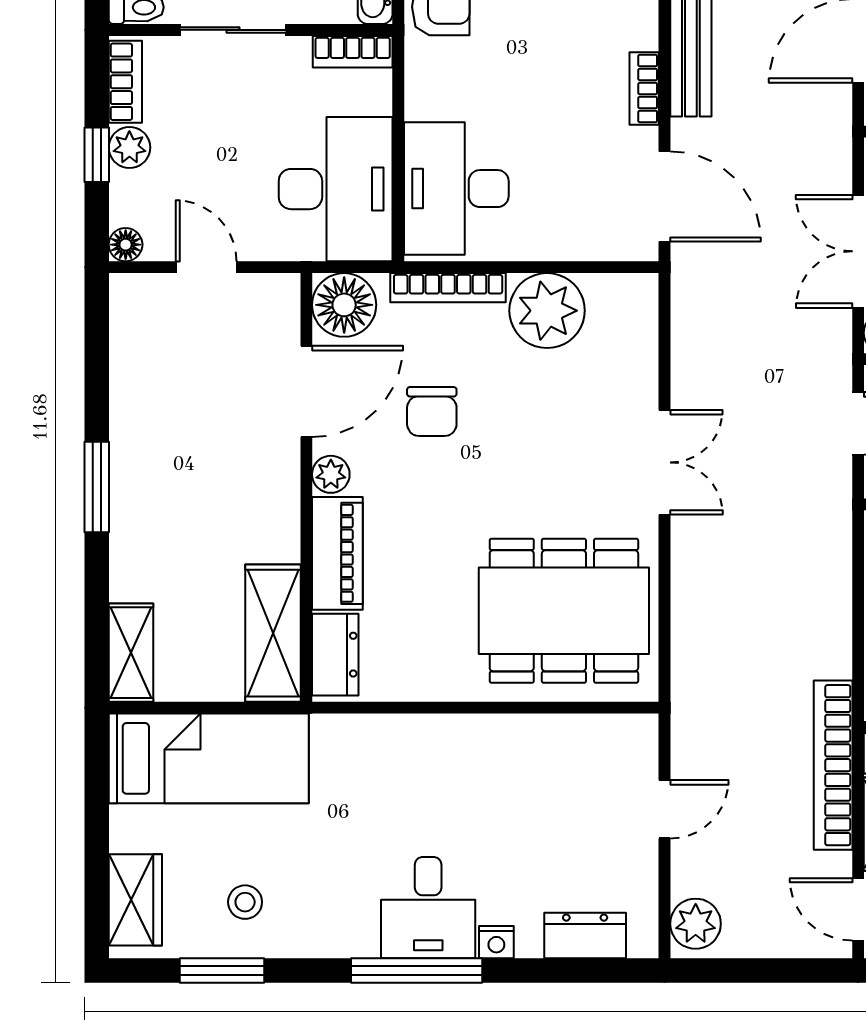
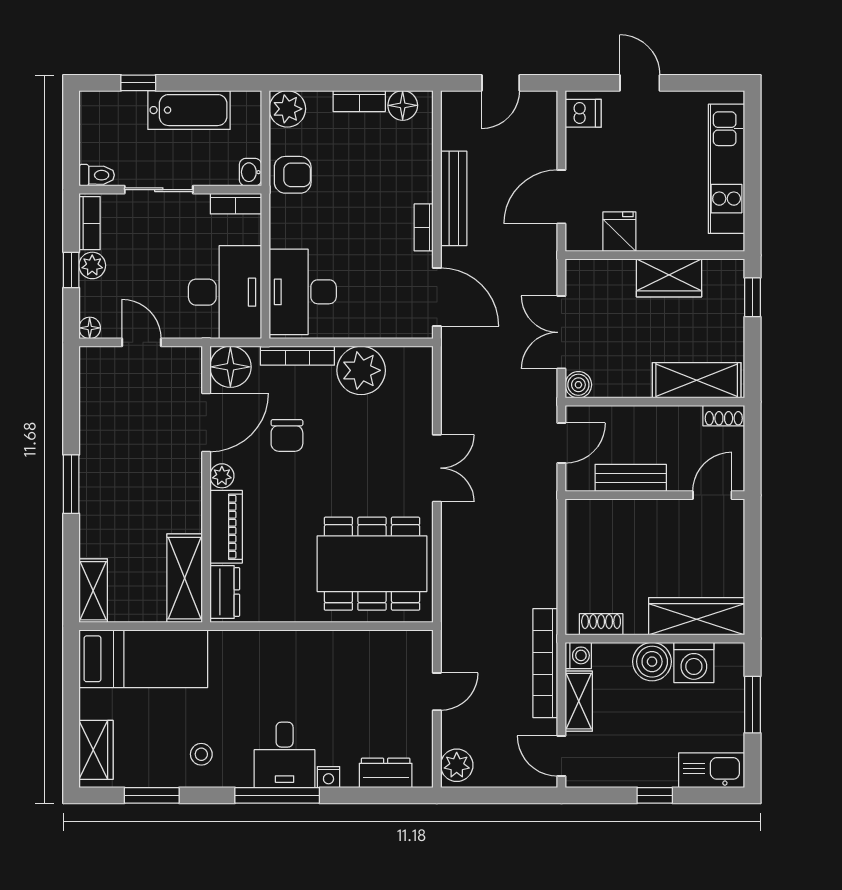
stool: (245, 902) -> (201, 754), moved

